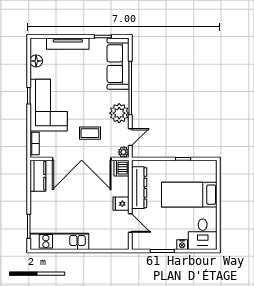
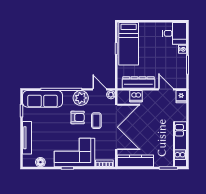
armchair: (94, 109) -> (78, 117), added
dishwasher: (122, 168) -> (136, 96), moved
kitchen counter: (38, 176) -> (135, 161), width x1.50
bed: (189, 195) -> (129, 44), moved
fridge: (121, 204) -> (181, 97), moved
door: (130, 223) -> (166, 89), hinge flipped

